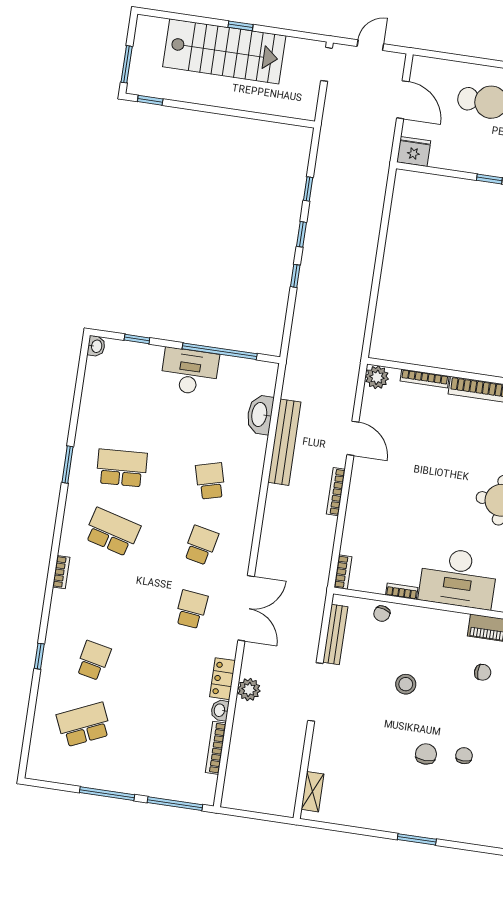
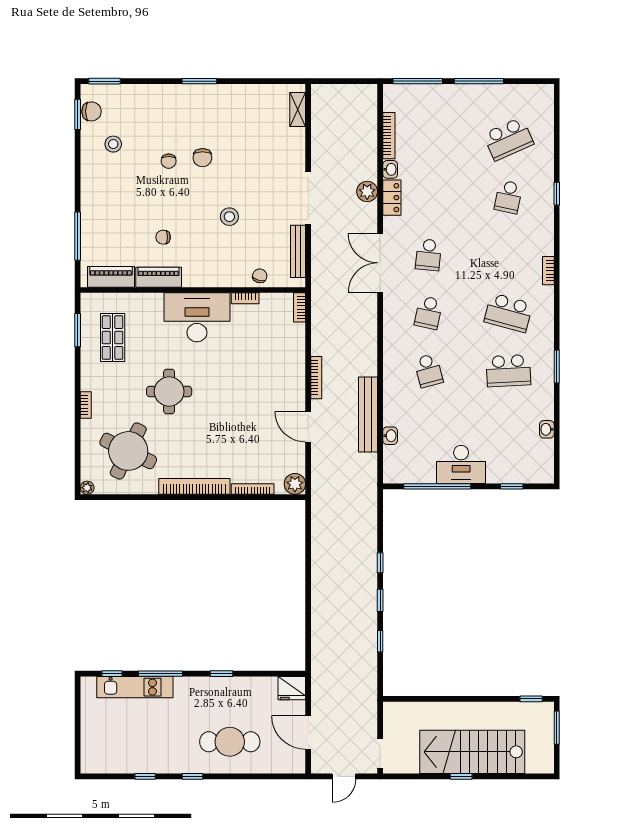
washbasin: (96, 346) -> (547, 429), moved
washbasin: (260, 415) -> (390, 436), width x0.52, depth x0.69

